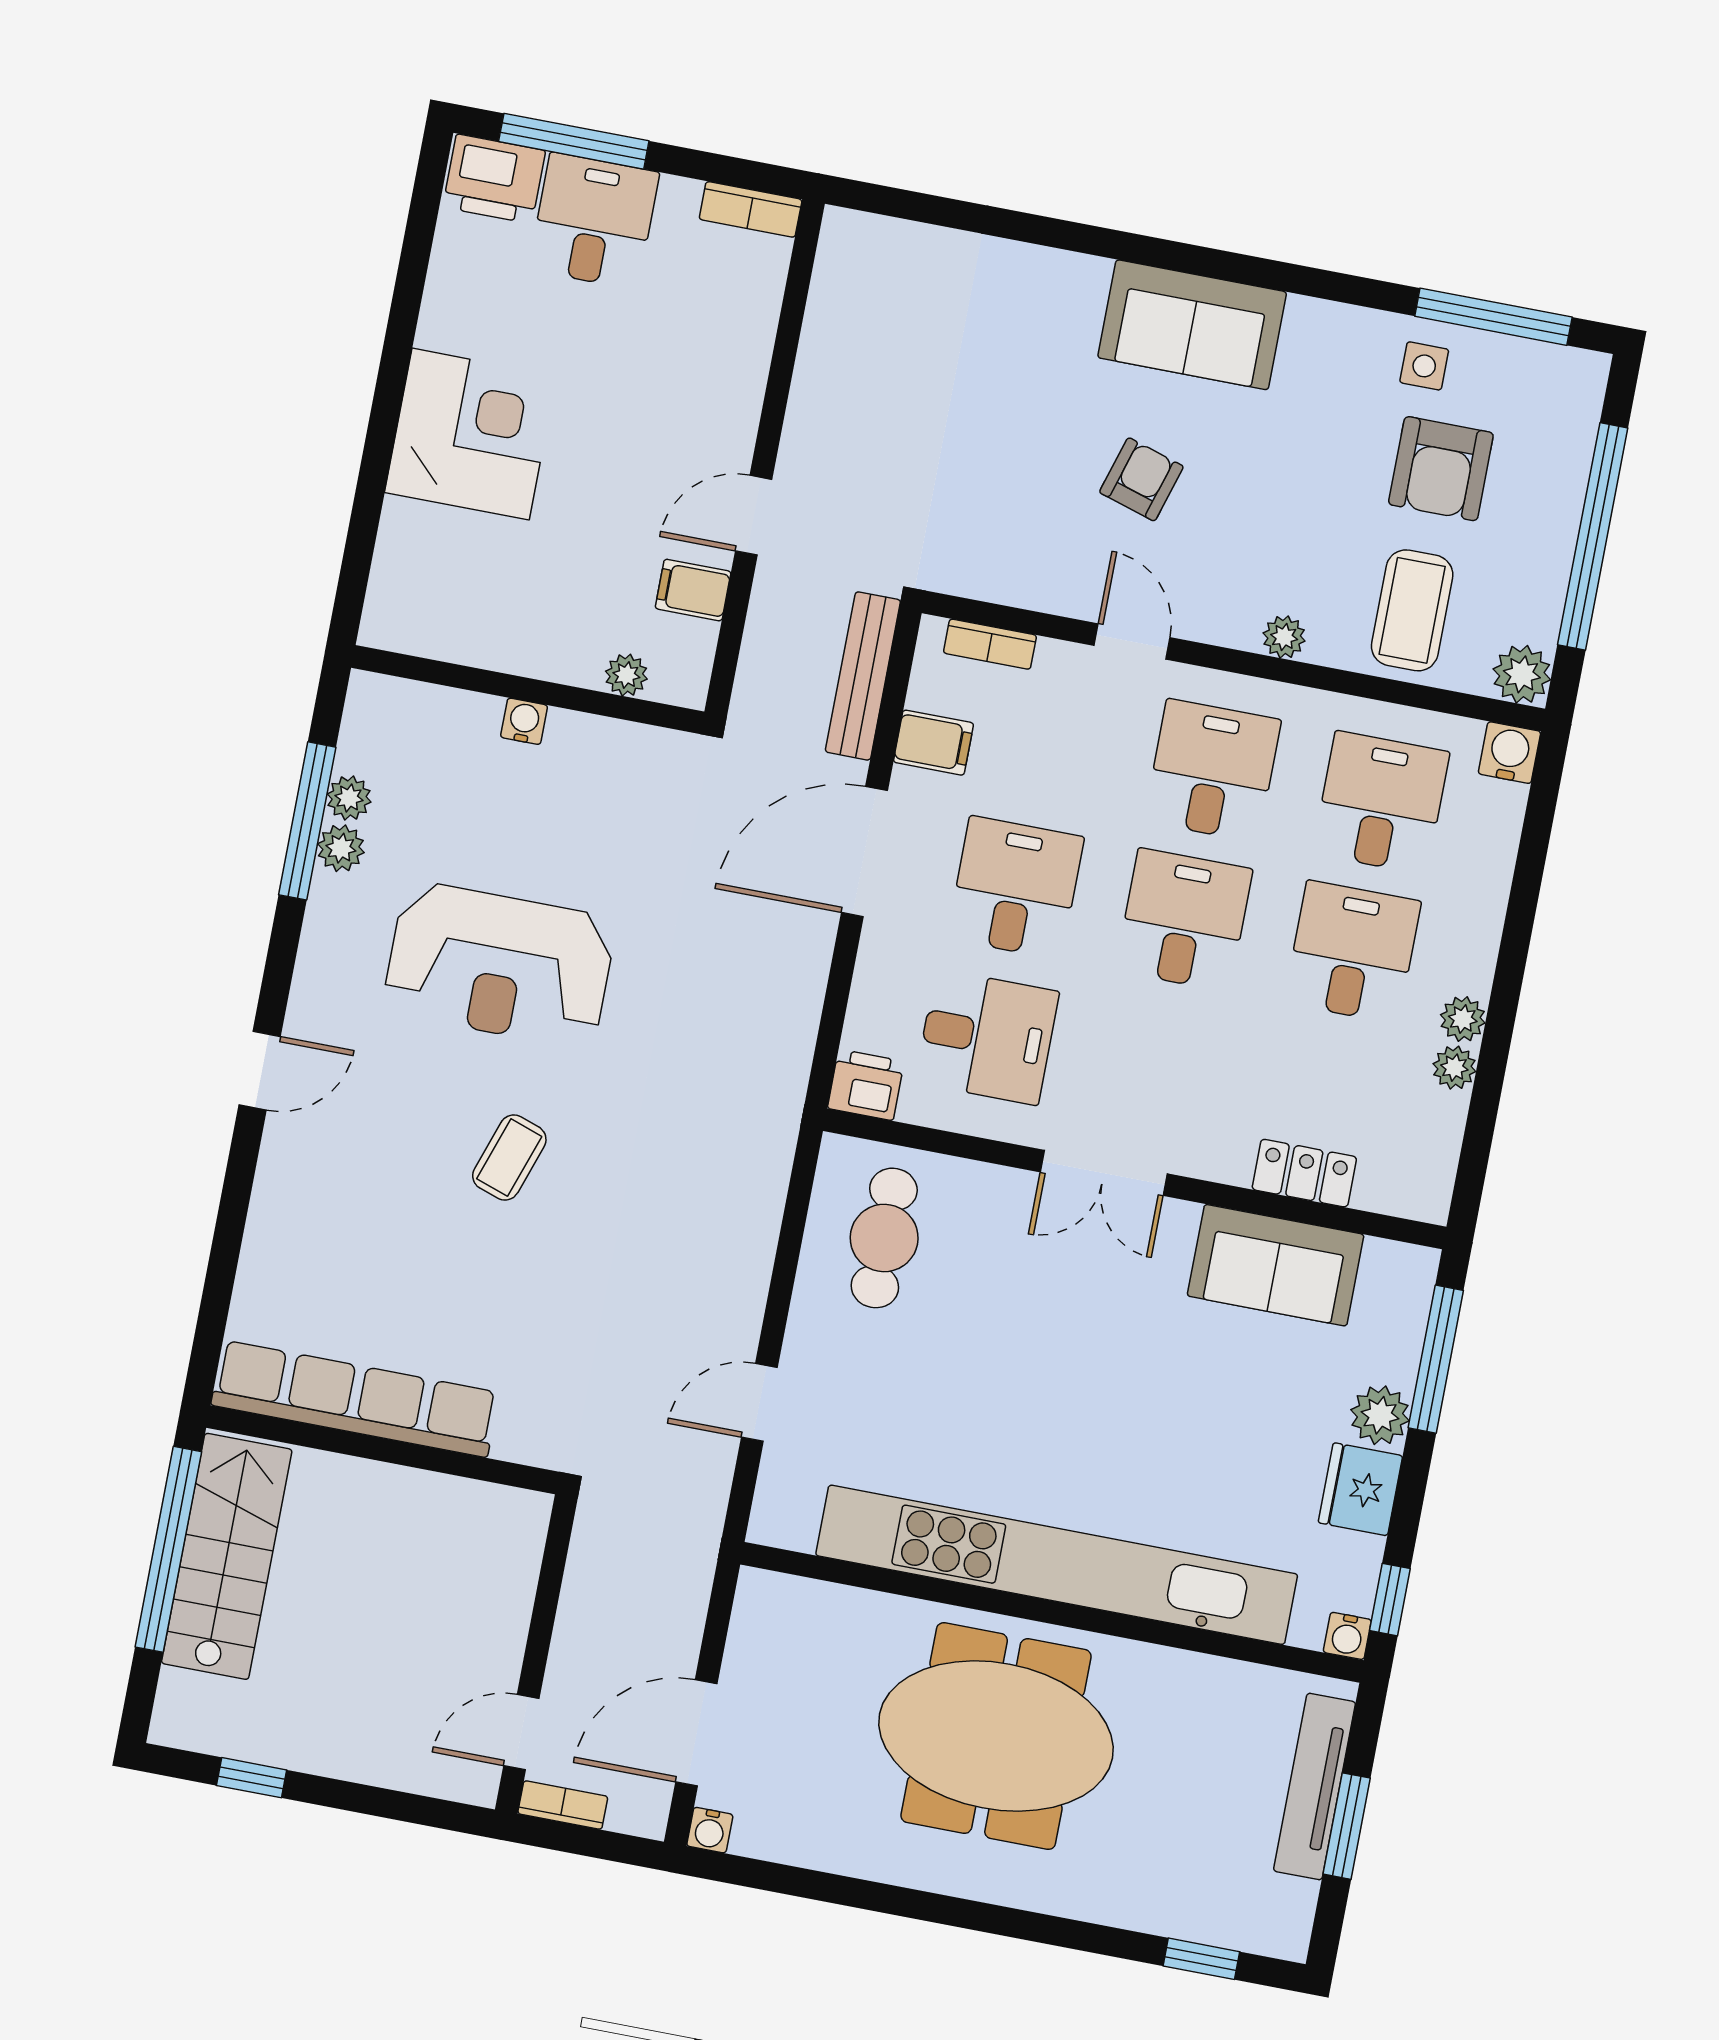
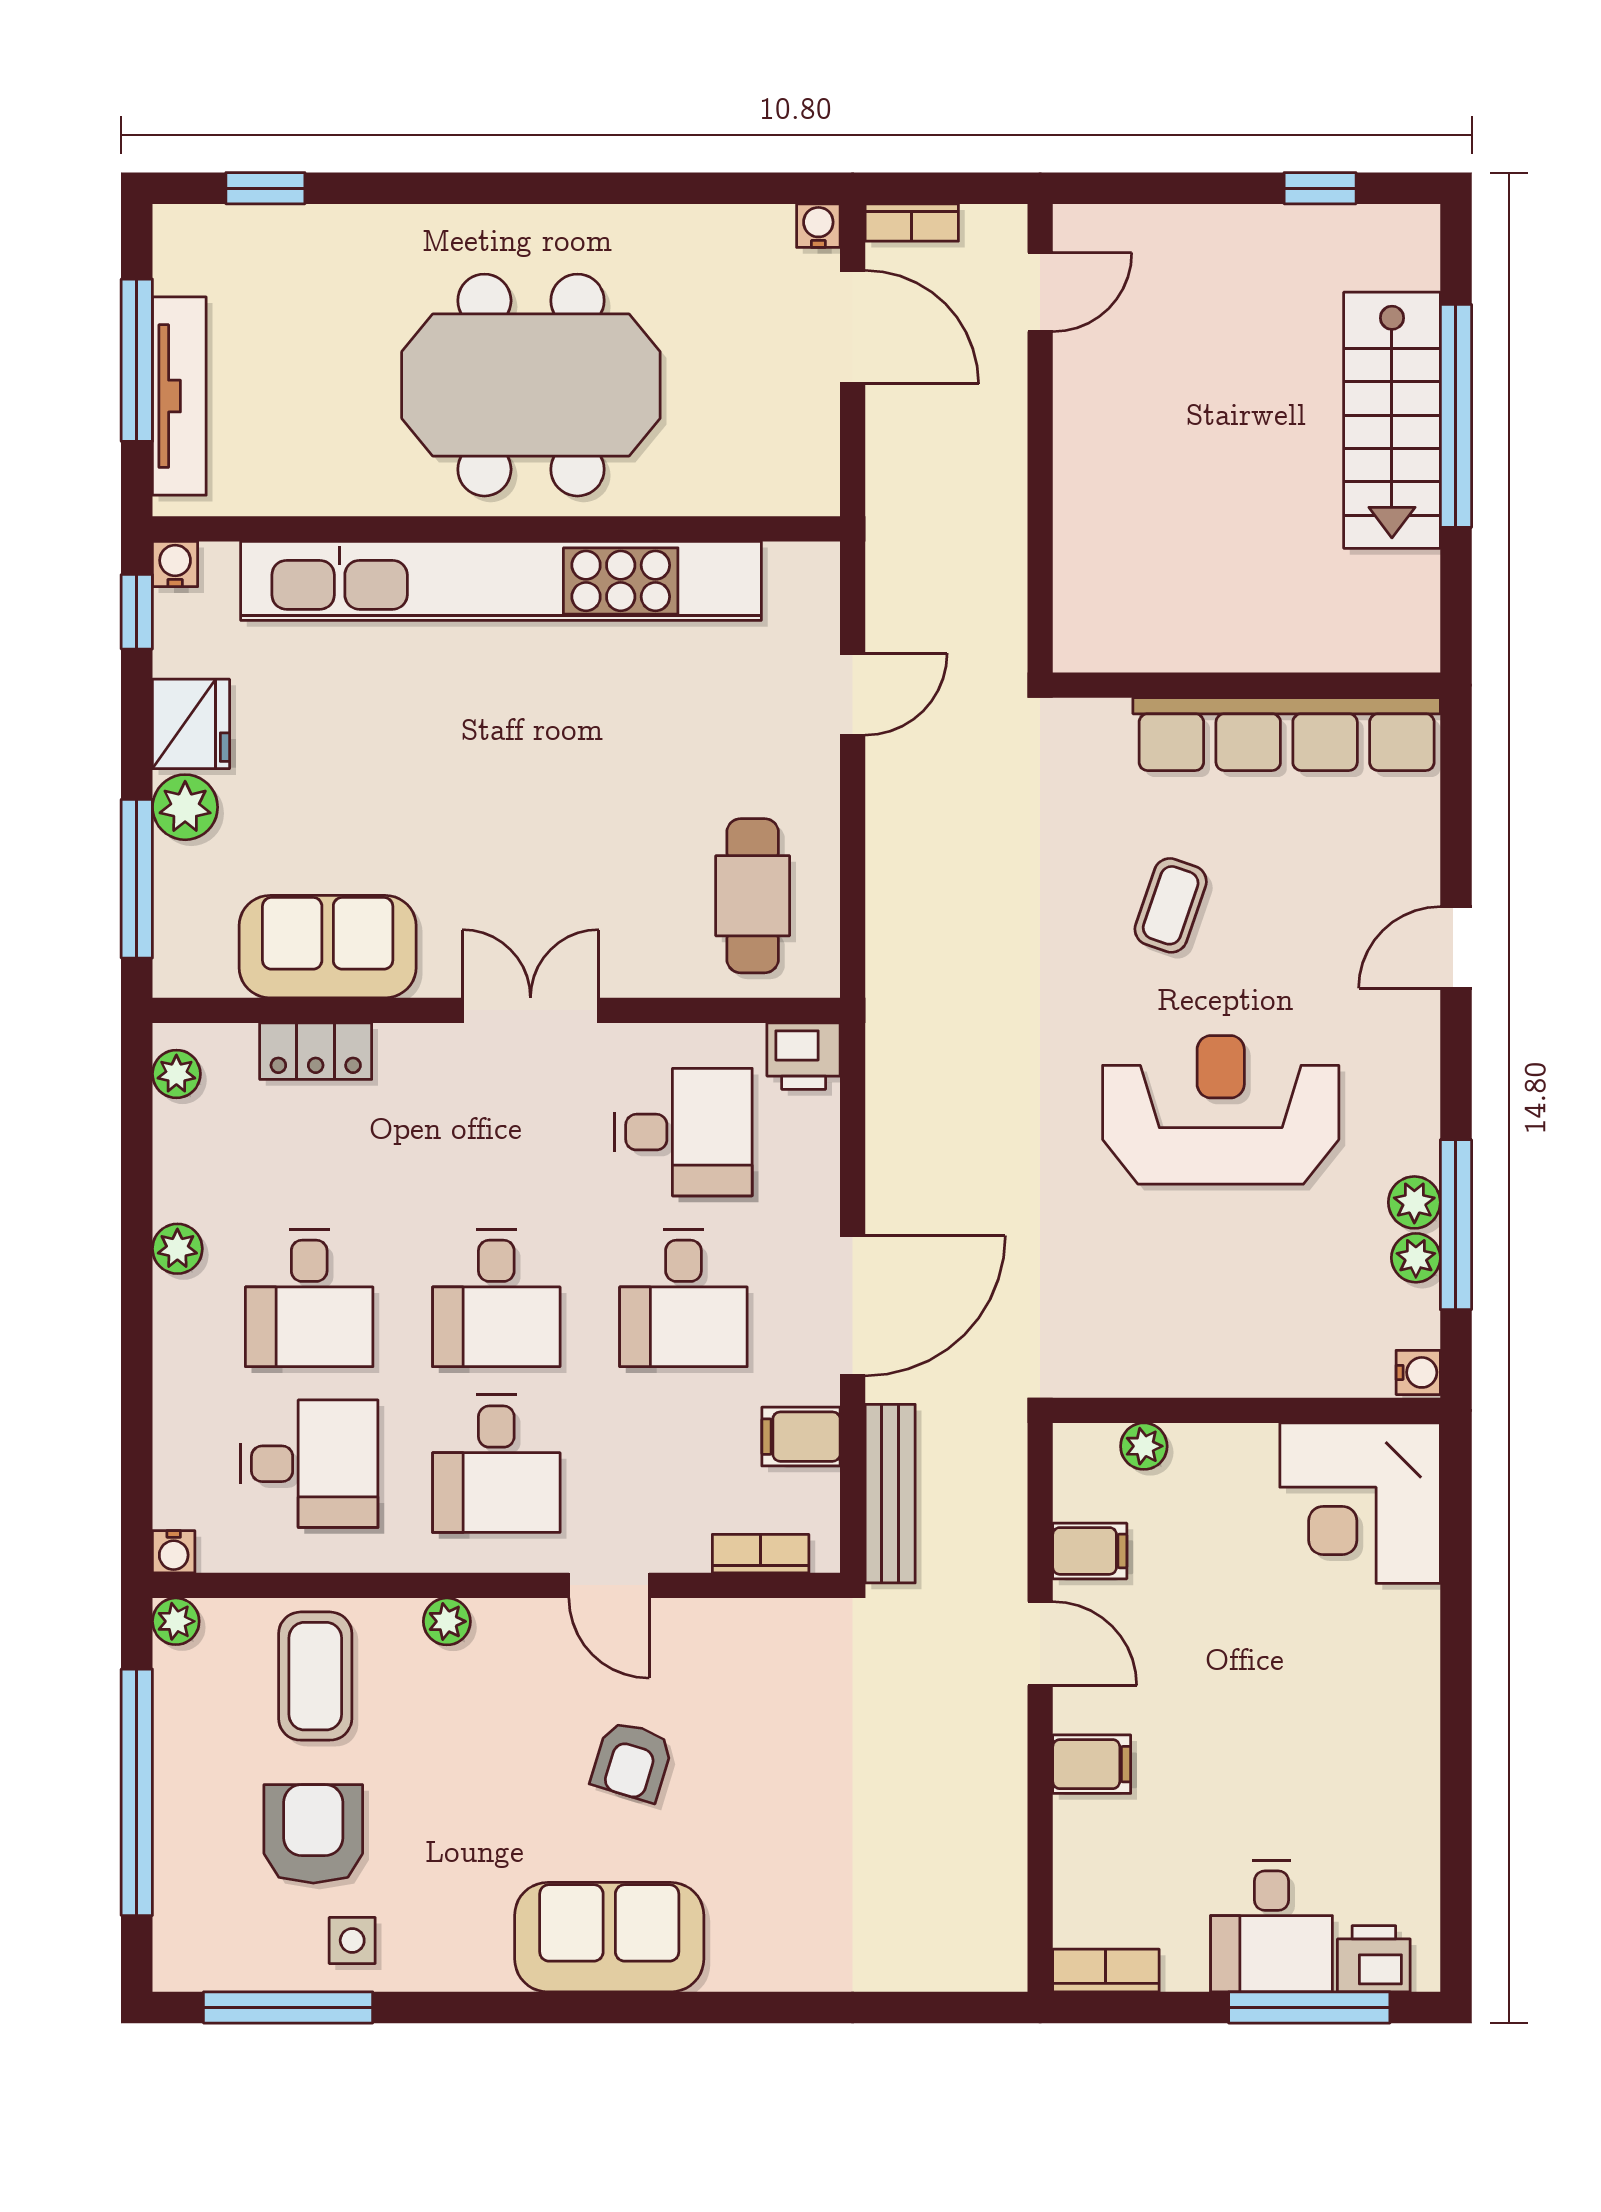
printer: (494, 179) -> (1374, 1959), width x0.73, depth x0.81
filing cabinet: (728, 398) -> (1092, 1764), added
corner desk: (471, 434) -> (1360, 1503), moved
door: (754, 515) -> (1040, 1643), hinge flipped
plant: (1522, 674) -> (176, 1621), width x0.73, depth x0.73
water cooler: (524, 721) -> (1418, 1372), moved, turned -90
water cooler: (1509, 753) -> (174, 1552), width x0.72, depth x0.72
desk: (1381, 803) -> (309, 1464), turned -90
desk: (987, 1037) -> (683, 1132), turned 180
plant: (1454, 1068) -> (176, 1074), moved
row of seats: (355, 1399) -> (1287, 734), moved
wall: (383, 1450) -> (1247, 685), moved
door: (696, 1733) -> (853, 327), hinge flipped
bookcase: (563, 1805) -> (912, 223), moved
window: (1347, 1826) -> (137, 360), width x1.44

